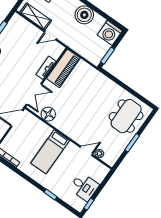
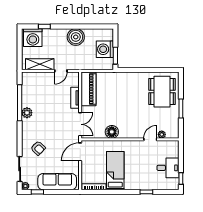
washing machine: (110, 33) -> (105, 49), moved, turned 90
floor lamp: (48, 114) -> (112, 132), moved
bed: (50, 152) -> (115, 171), moved, turned 180

